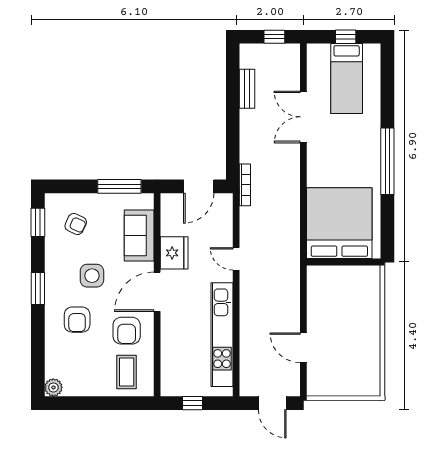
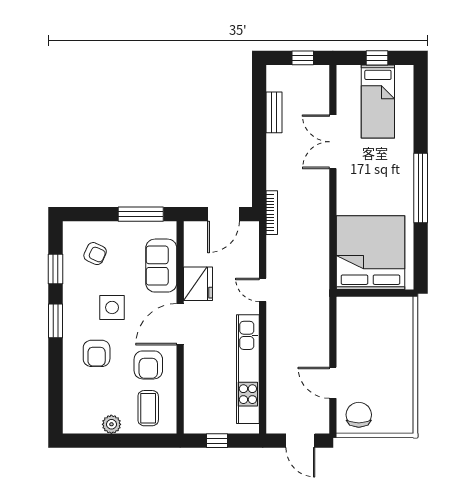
window: (38, 222) -> (56, 269), moved
chair: (328, 378) -> (359, 415), added
plant: (53, 387) -> (111, 424), moved

